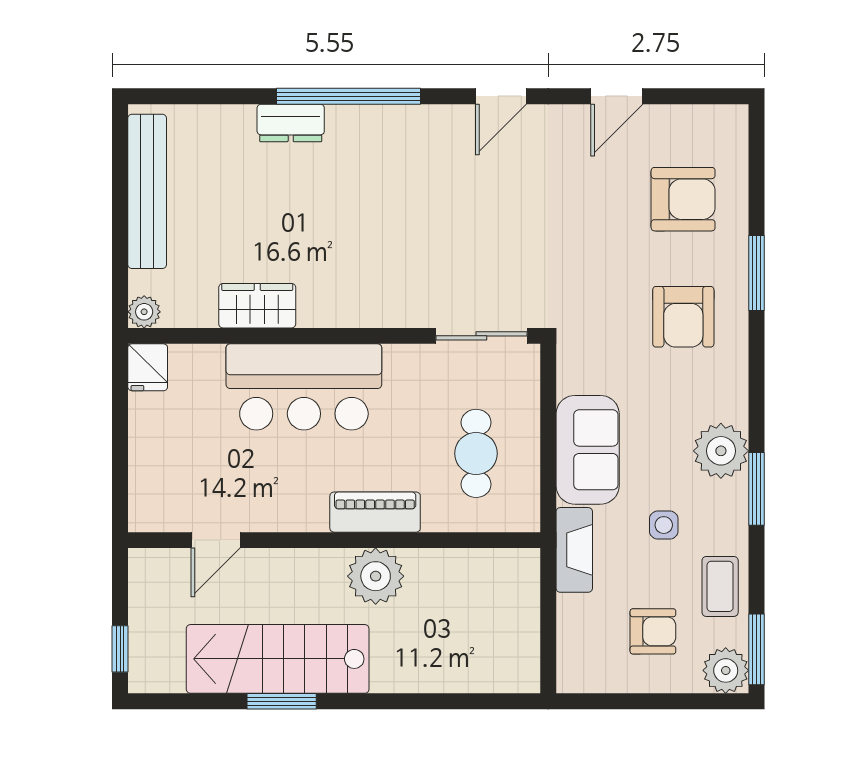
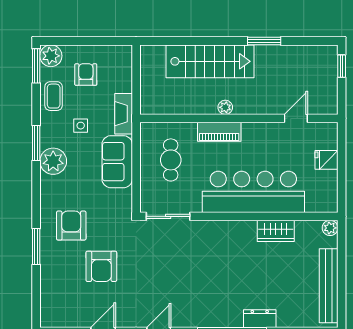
armchair: (683, 199) -> (101, 266), moved, turned -90
fridge: (148, 367) -> (327, 160), moved, turned -90
bar counter: (304, 387) -> (253, 192), width x1.36
plant: (376, 576) -> (225, 107), width x0.53, depth x0.53
armchair: (653, 631) -> (86, 75), turned 90
stairs: (278, 659) -> (210, 61), moved

